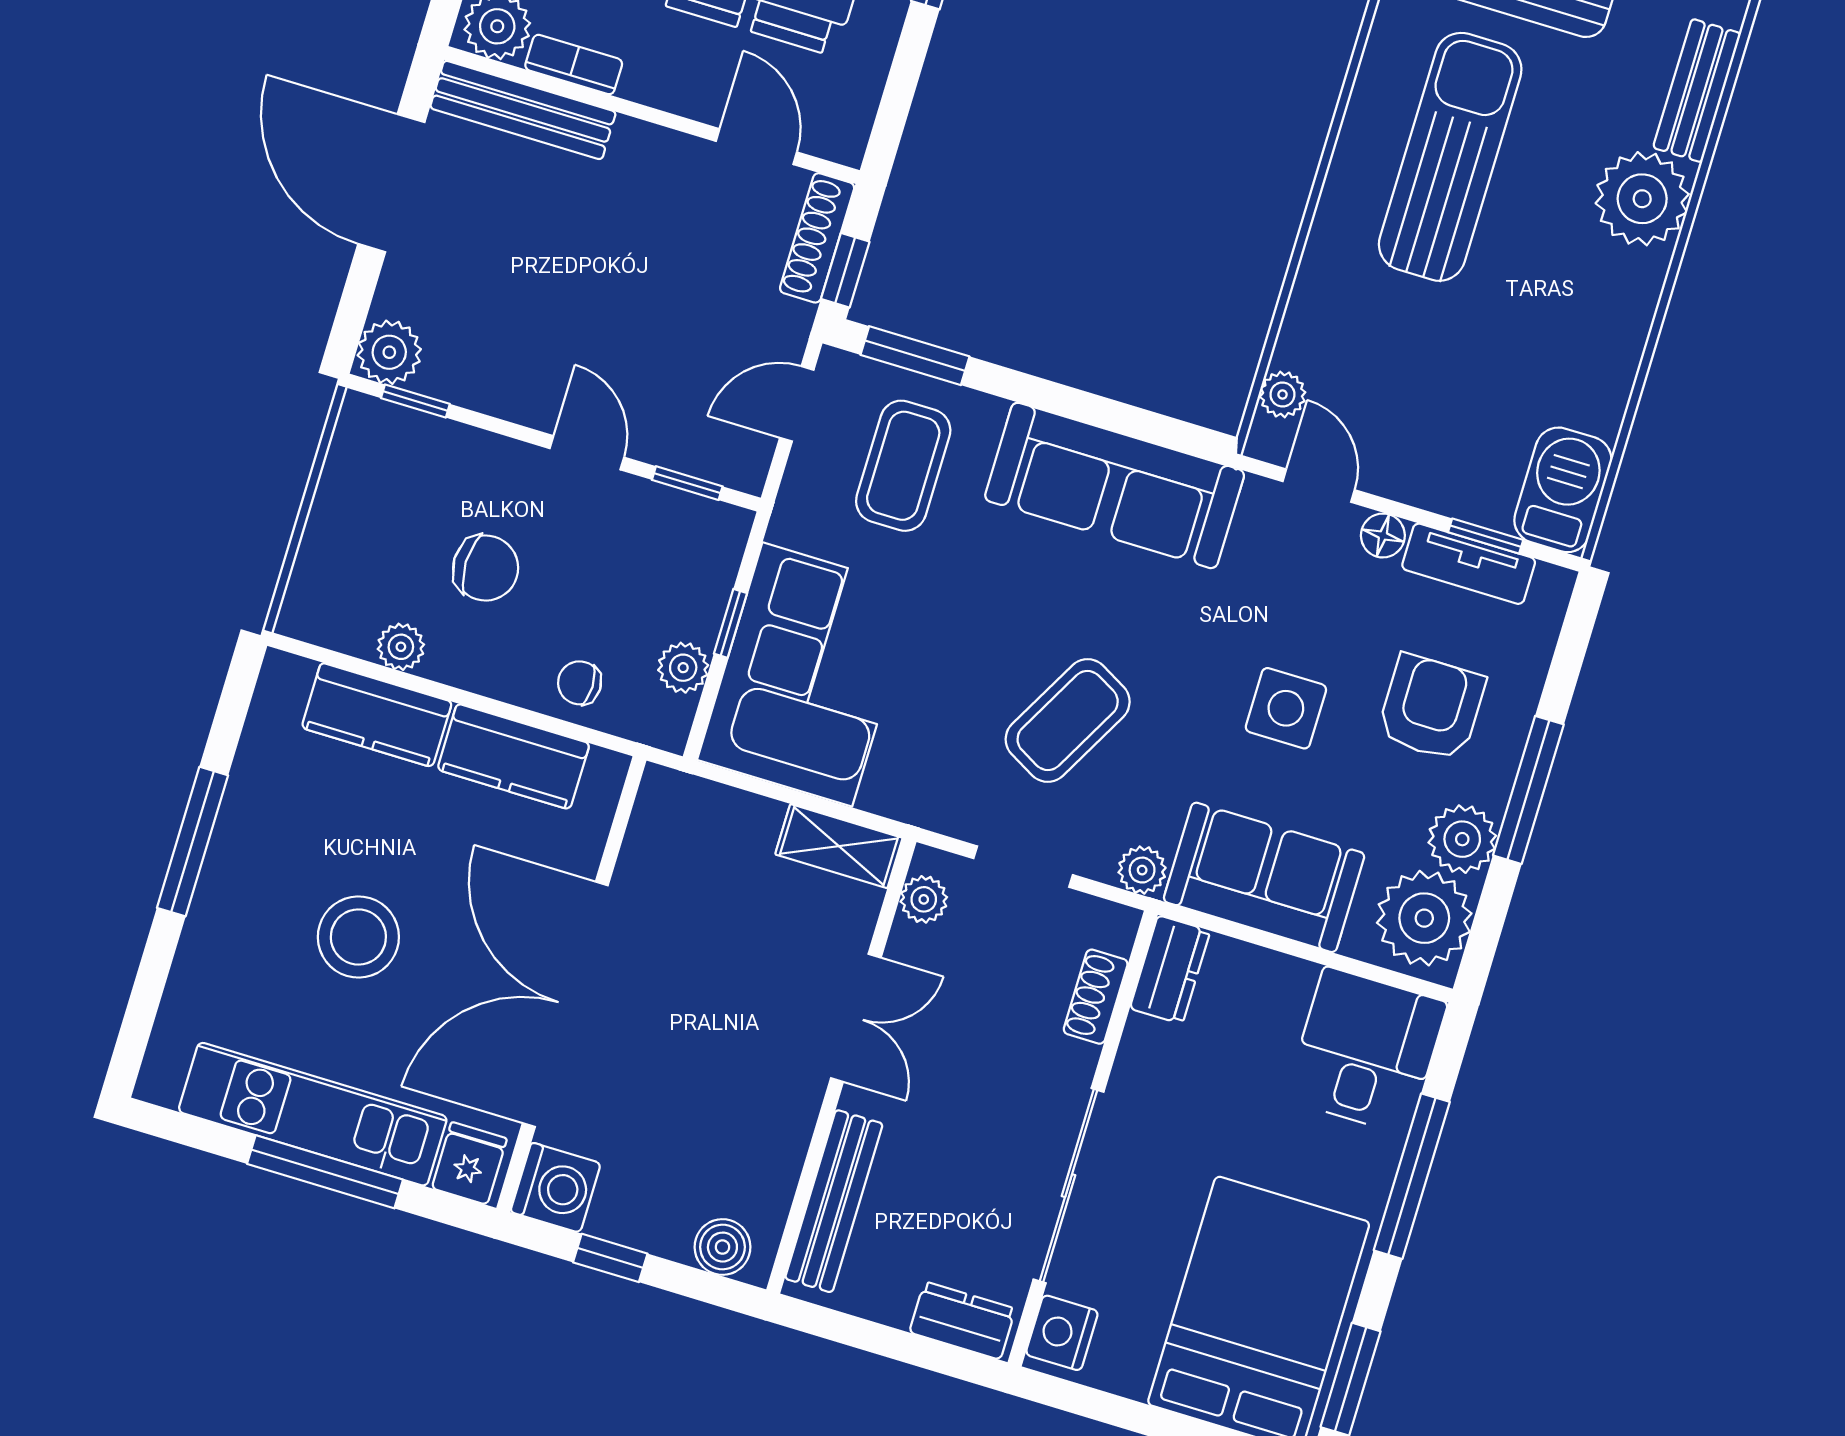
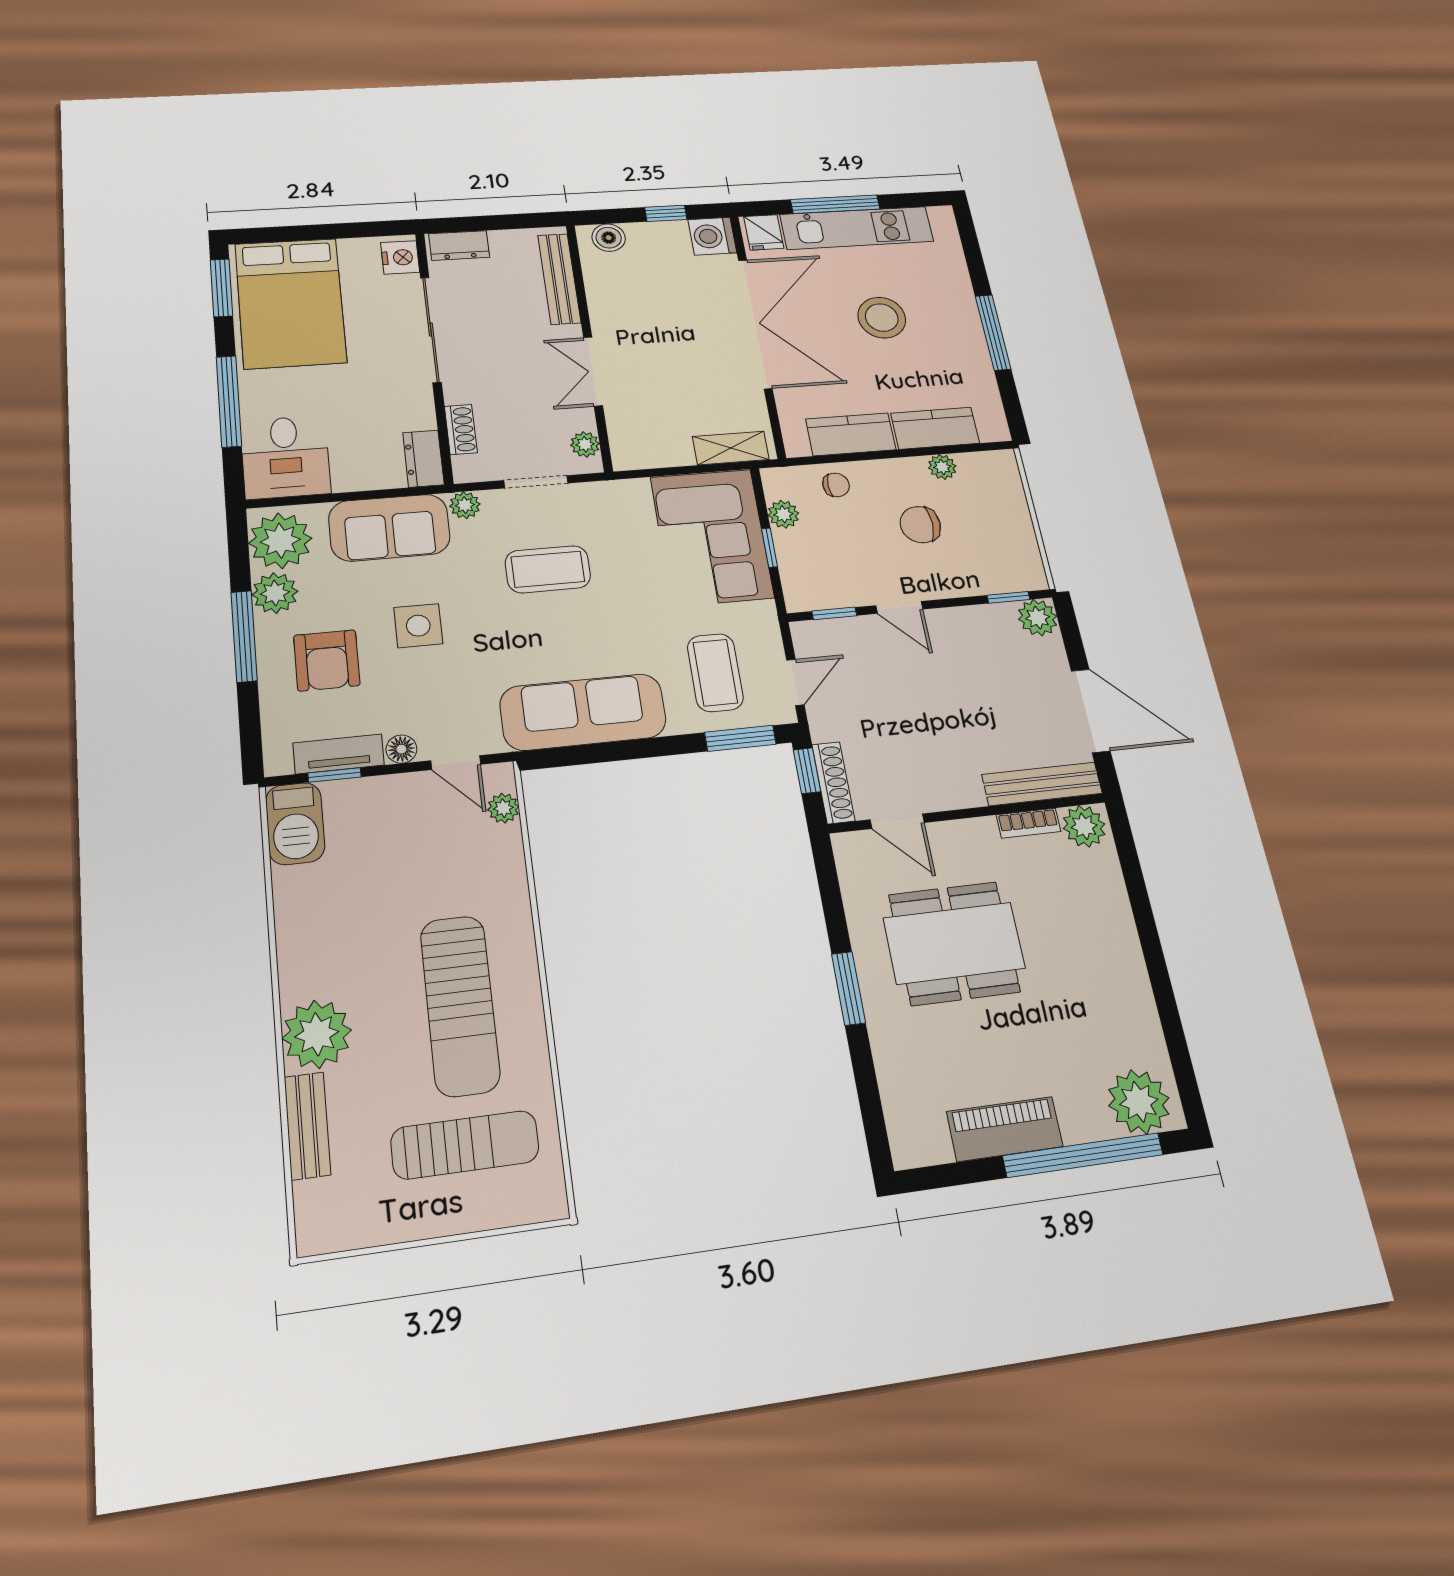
coffee table: (1068, 720) -> (548, 569), turned 61
shelving: (839, 846) -> (731, 448), moved

